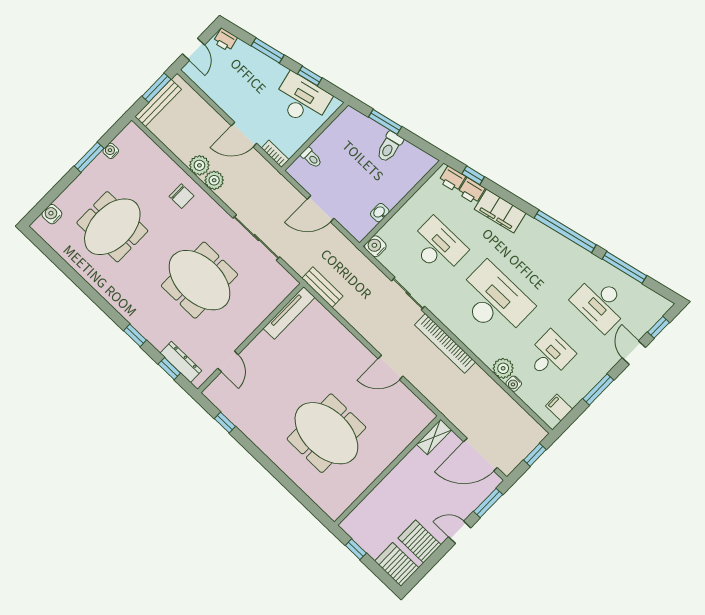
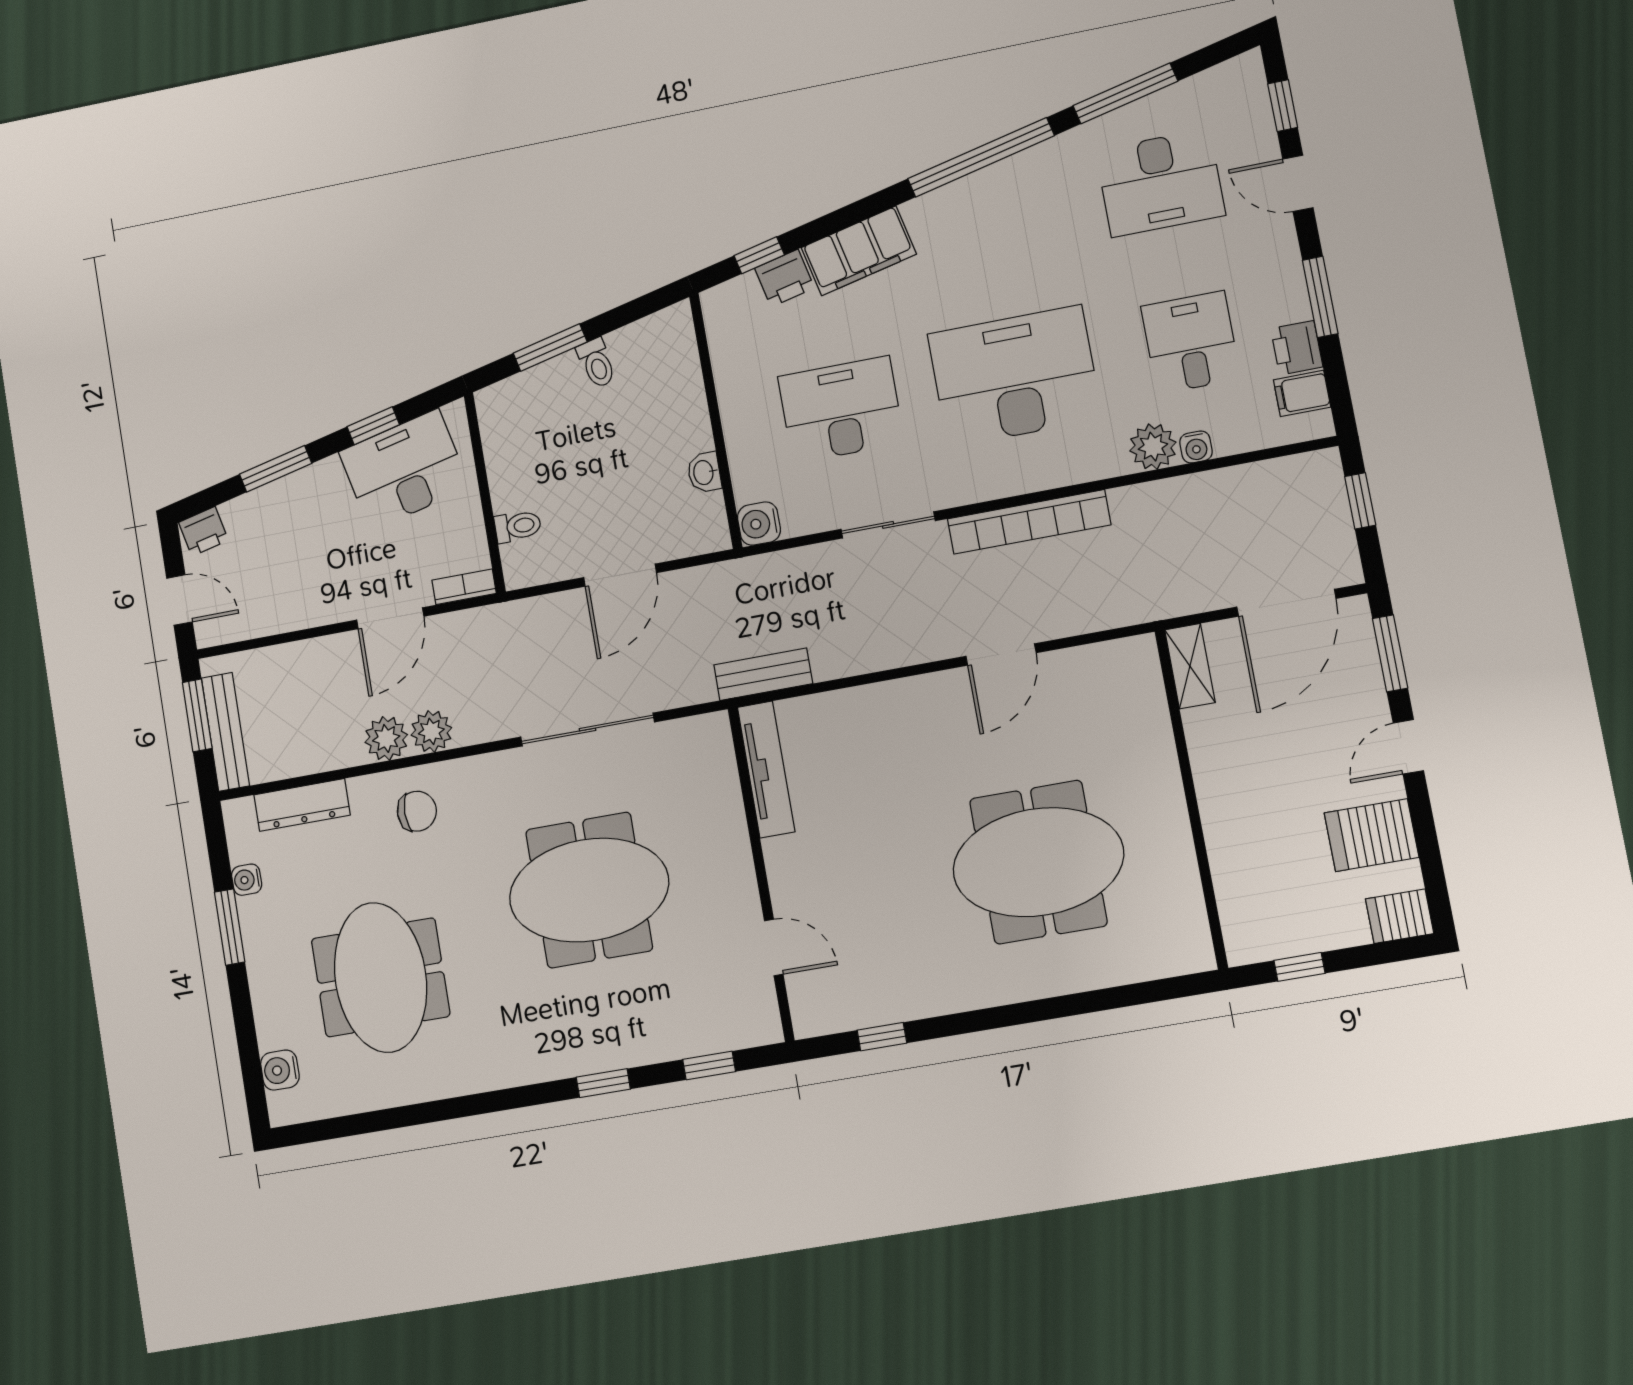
toilet: (389, 147) -> (597, 363), width x0.73, depth x0.72
printer: (452, 179) -> (1297, 348), moved, turned 103
dresser: (181, 362) -> (302, 805), moved, turned 180
server rack: (397, 564) -> (1400, 916), width x0.73, depth x0.70

